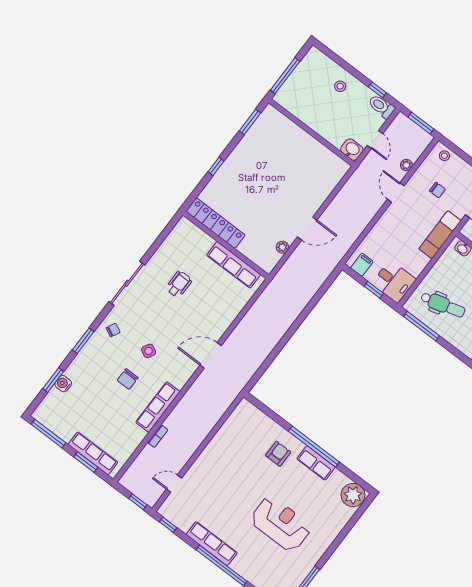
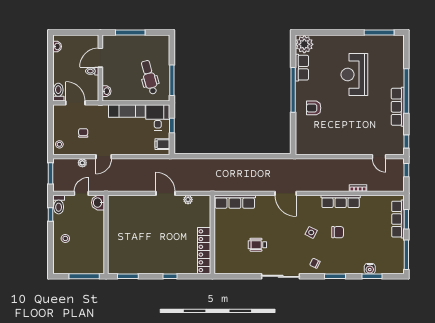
exam couch: (440, 235) -> (127, 111), moved
row of seats: (234, 265) -> (235, 202), moved, turned 90
row of seats: (316, 463) -> (302, 68), moved

